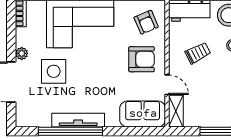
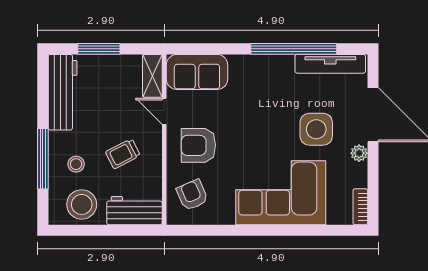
tv unit: (78, 120) -> (330, 64), moved

